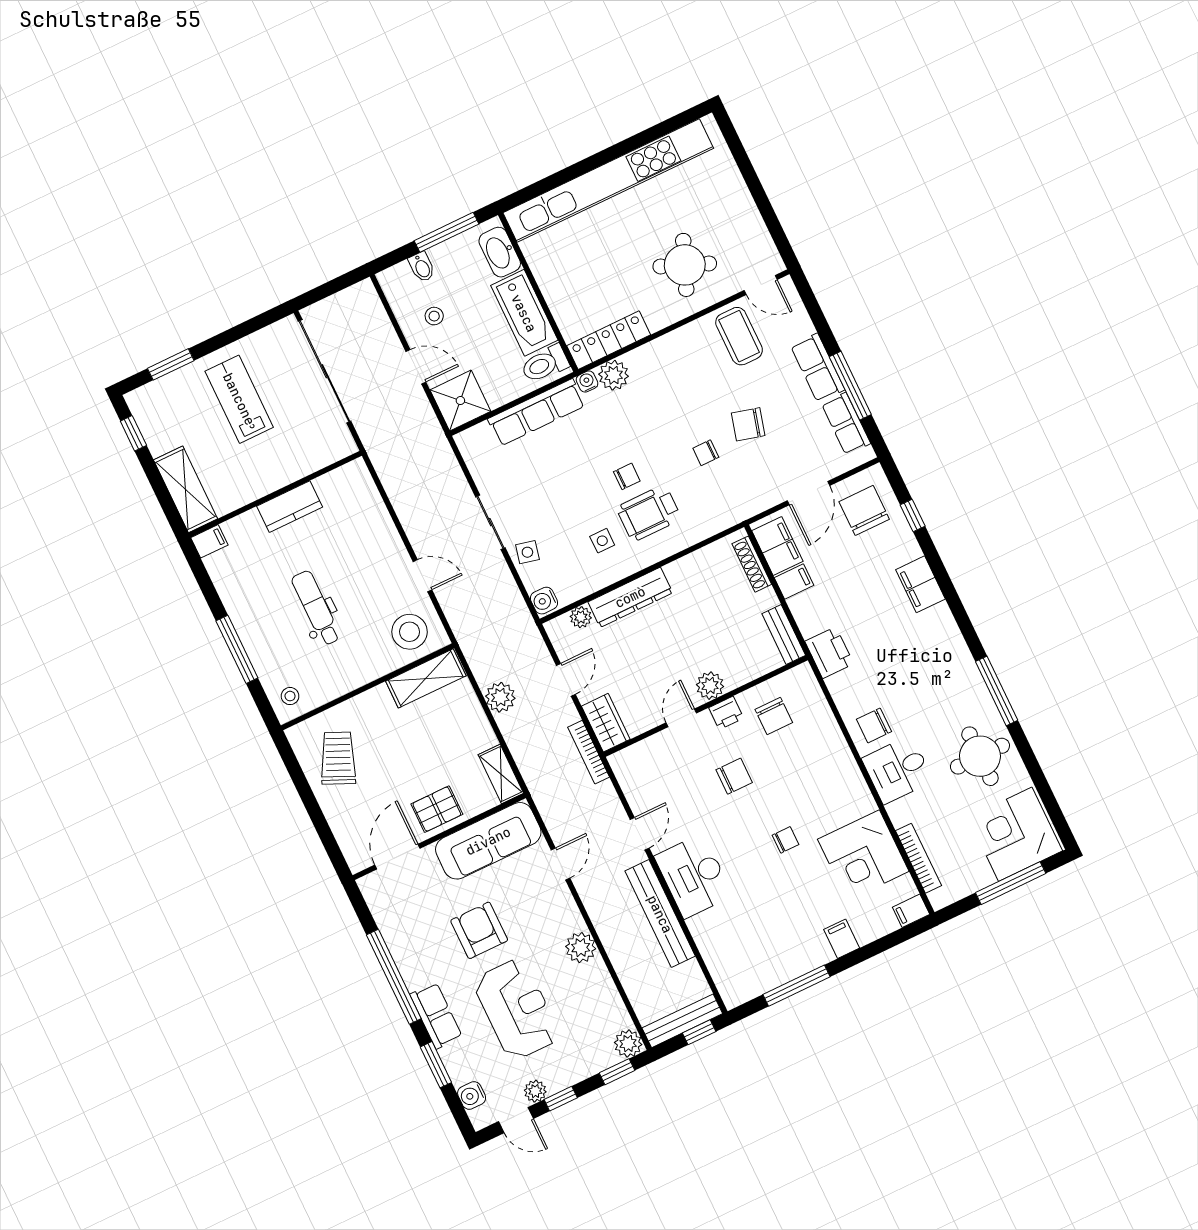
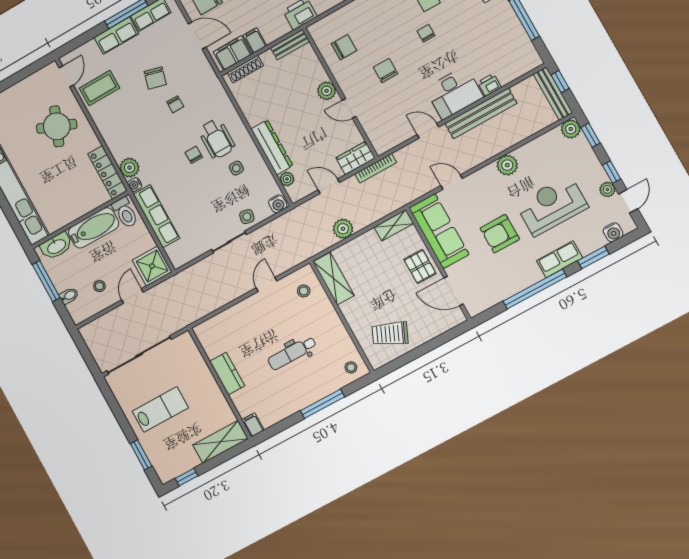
lab bench: (239, 399) -> (160, 409), turned 180
stool: (410, 632) -> (304, 291), width x0.53, depth x0.53
printer: (726, 713) -> (489, 85), moved, turned -90

